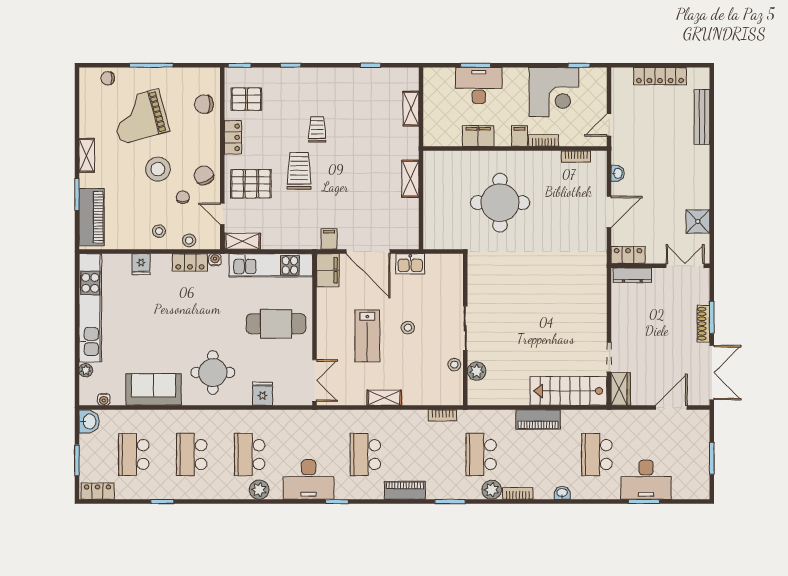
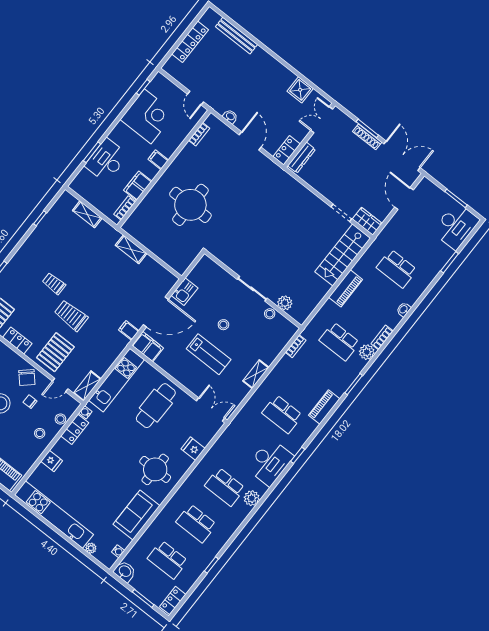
bookcase: (544, 141) -> (125, 208), moved
chair: (204, 175) -> (27, 377), turned -106
desk: (646, 480) -> (456, 226), moved

